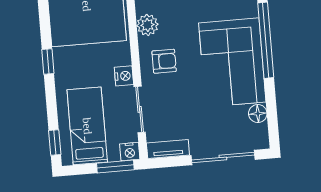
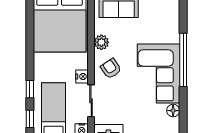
window: (48, 61) -> (30, 89), moved
armchair: (164, 61) -> (111, 69), turned -124

